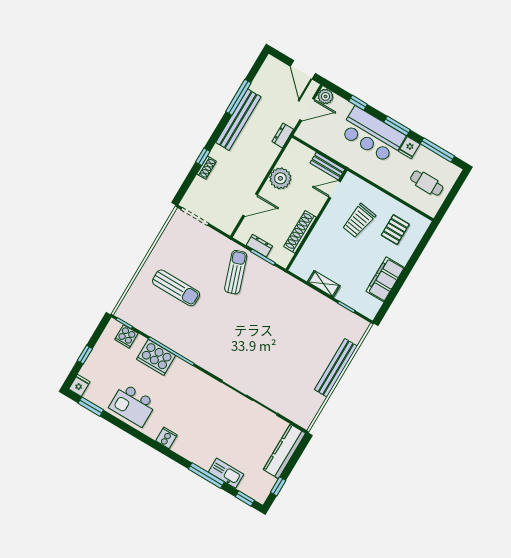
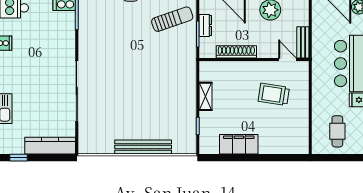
pallet: (395, 230) -> (284, 128), removed

